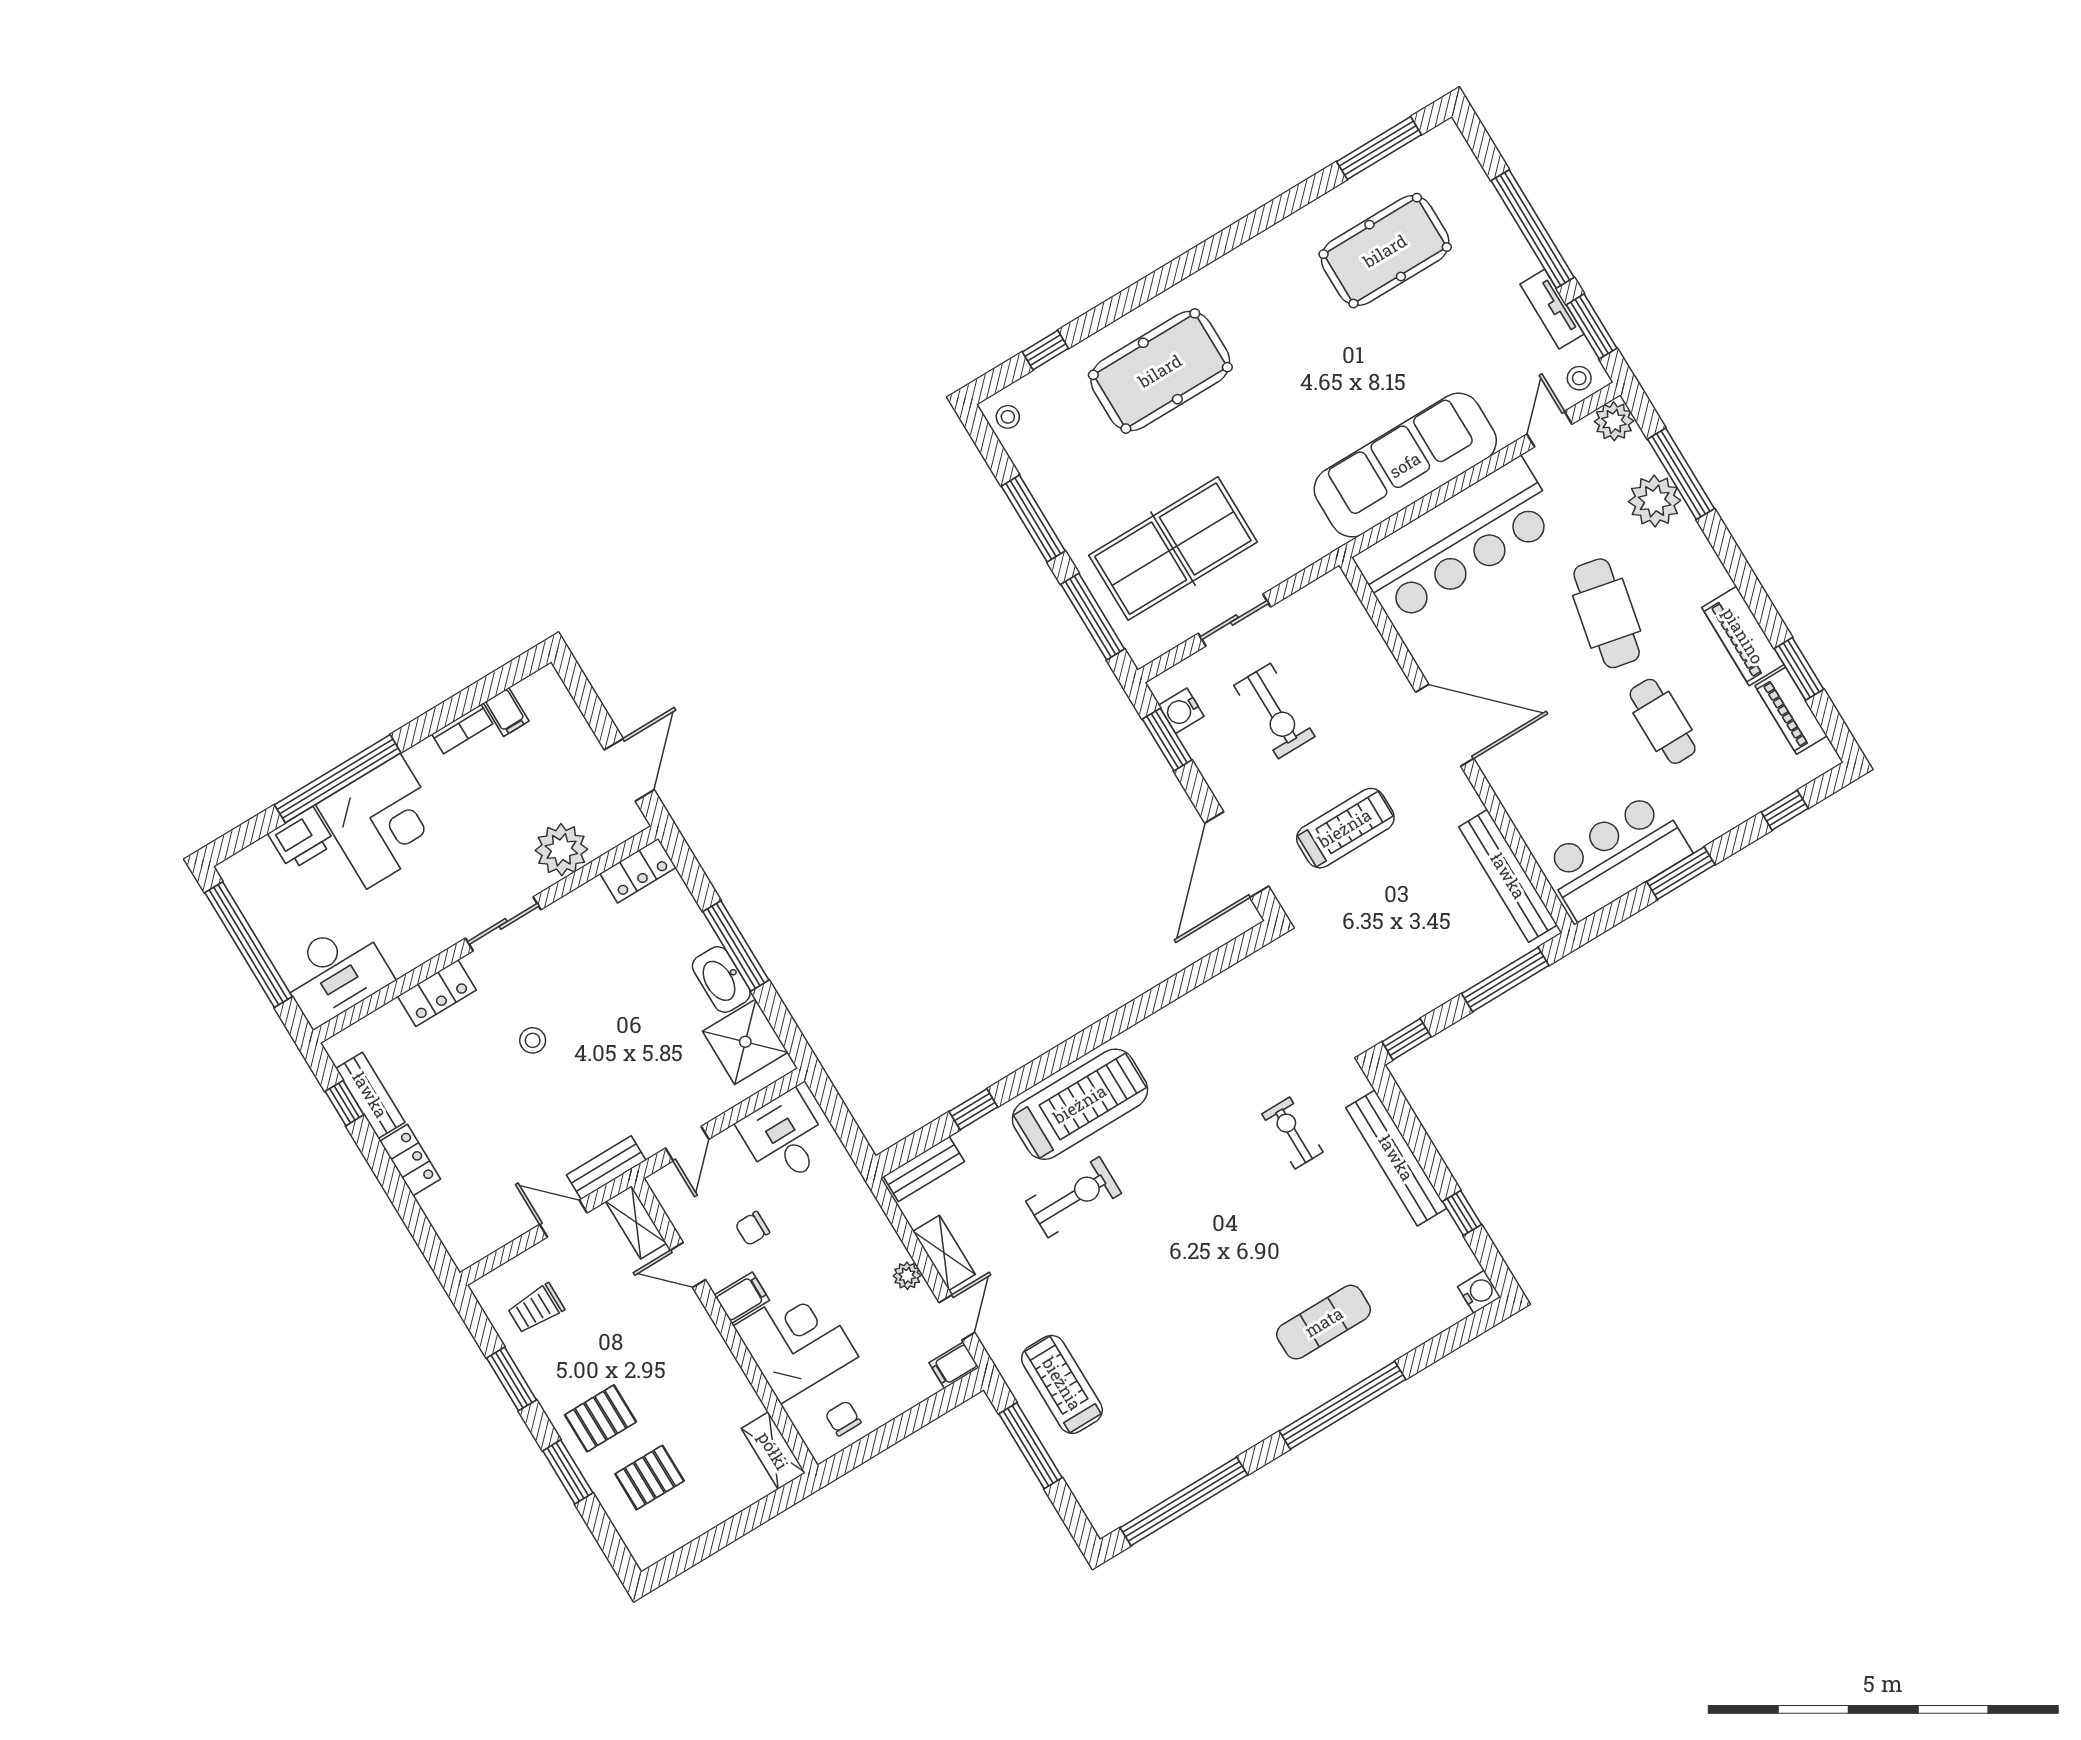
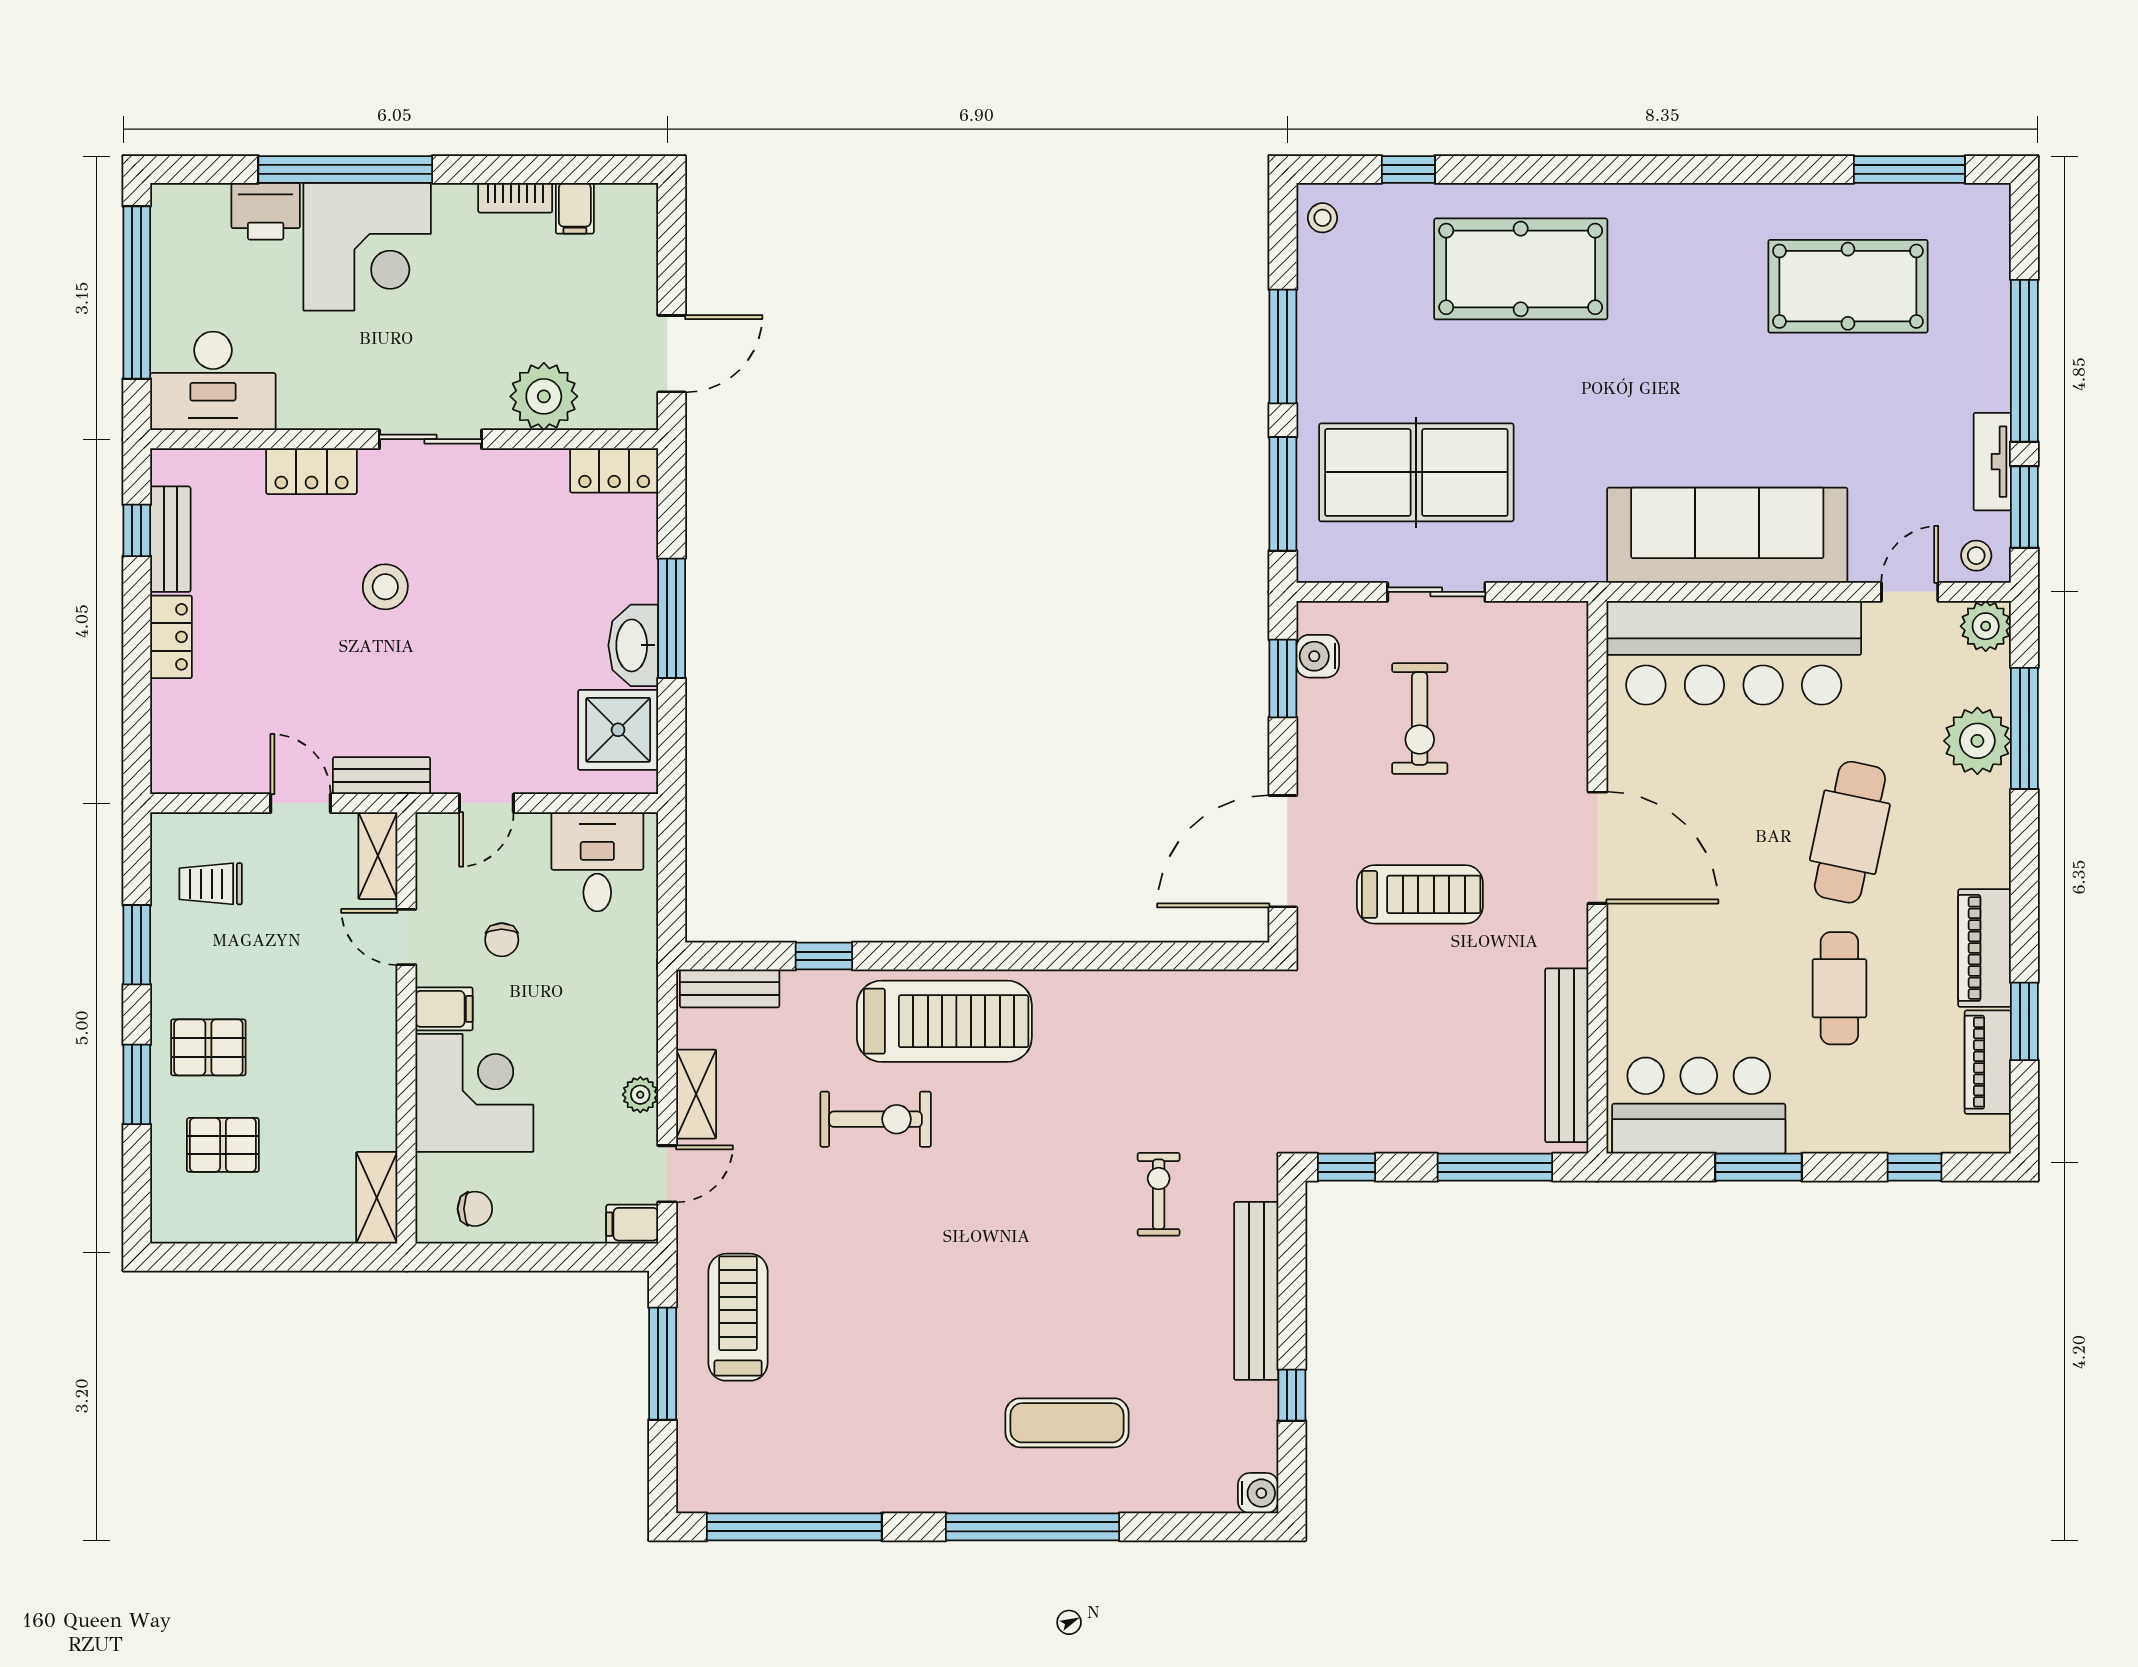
stool: (533, 1040) -> (385, 587), width x1.37, depth x1.37
chair: (752, 1228) -> (502, 940), turned -90
chair: (843, 1418) -> (475, 1209), turned 90

